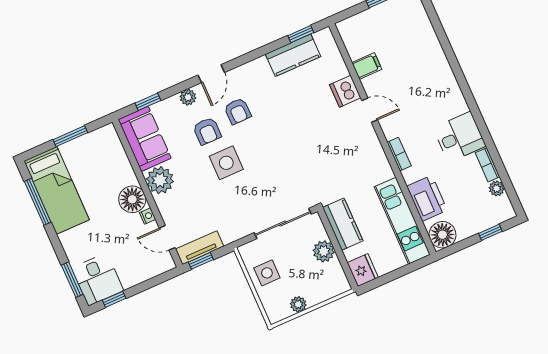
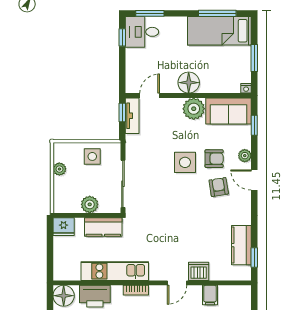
armchair: (238, 111) -> (219, 187), turned 82
armchair: (207, 131) -> (214, 159), turned 180
nightstand: (148, 216) -> (246, 88), moved
kitchen unit: (402, 221) -> (115, 271), moved

